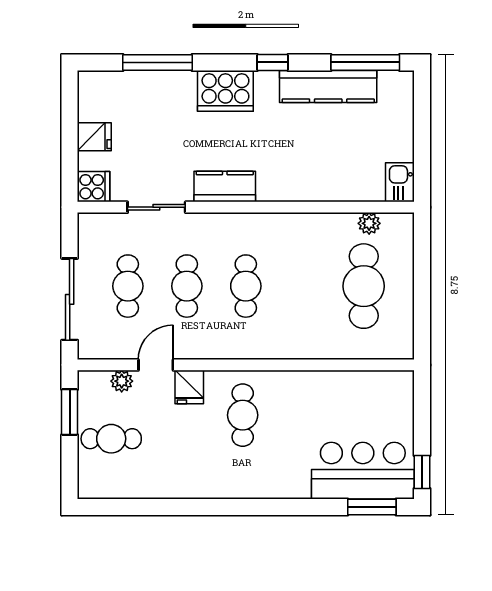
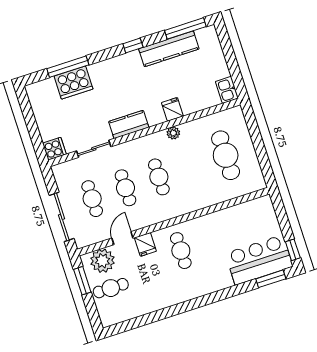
cooker: (225, 91) -> (74, 83), moved
fridge: (94, 137) -> (172, 109), moved, turned -90
plant: (369, 223) -> (173, 133), moved
plant: (122, 381) -> (102, 261), width x1.88, depth x1.88

